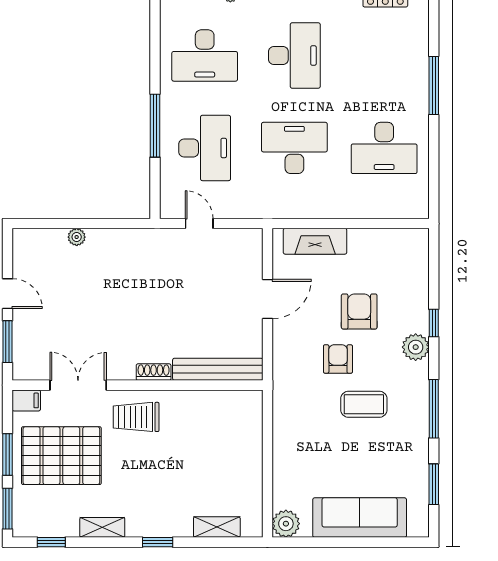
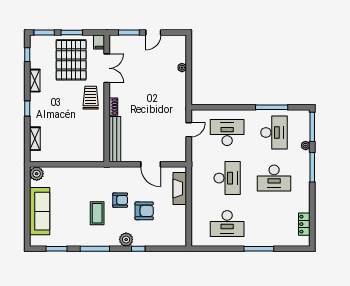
desk: (205, 55) -> (274, 133), turned 180
window: (155, 126) -> (272, 107), moved
desk: (205, 148) -> (227, 133), turned 180
desk: (384, 148) -> (227, 224), turned -90

